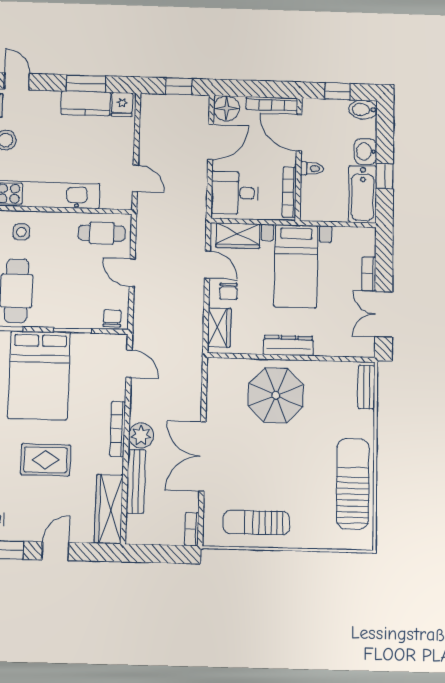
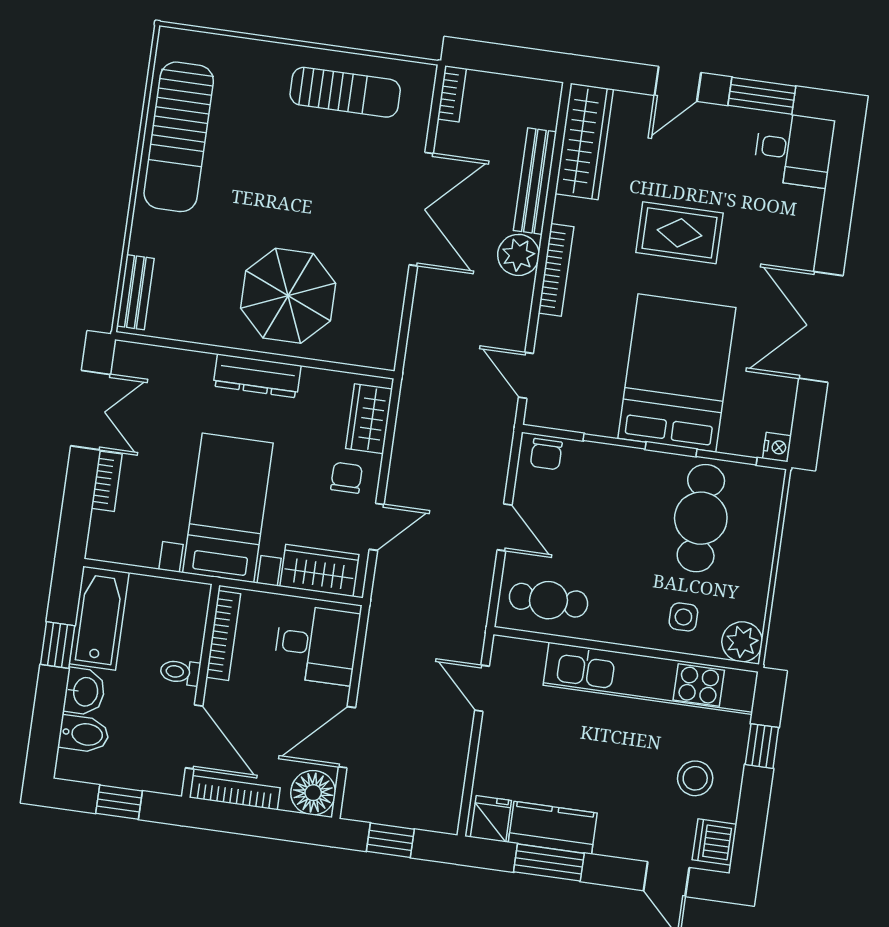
bidet: (363, 110) -> (84, 734), moved
door: (207, 265) -> (377, 527), swing flipped

